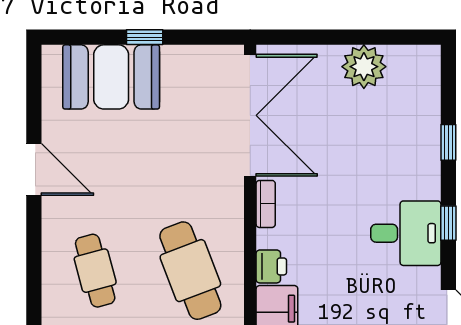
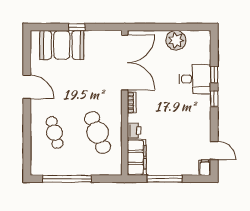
window: (448, 223) -> (214, 99), moved
desk: (406, 233) -> (195, 79), moved

